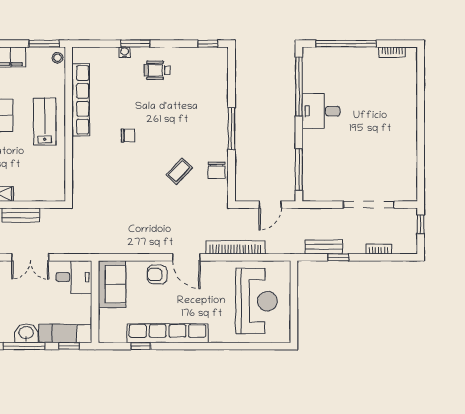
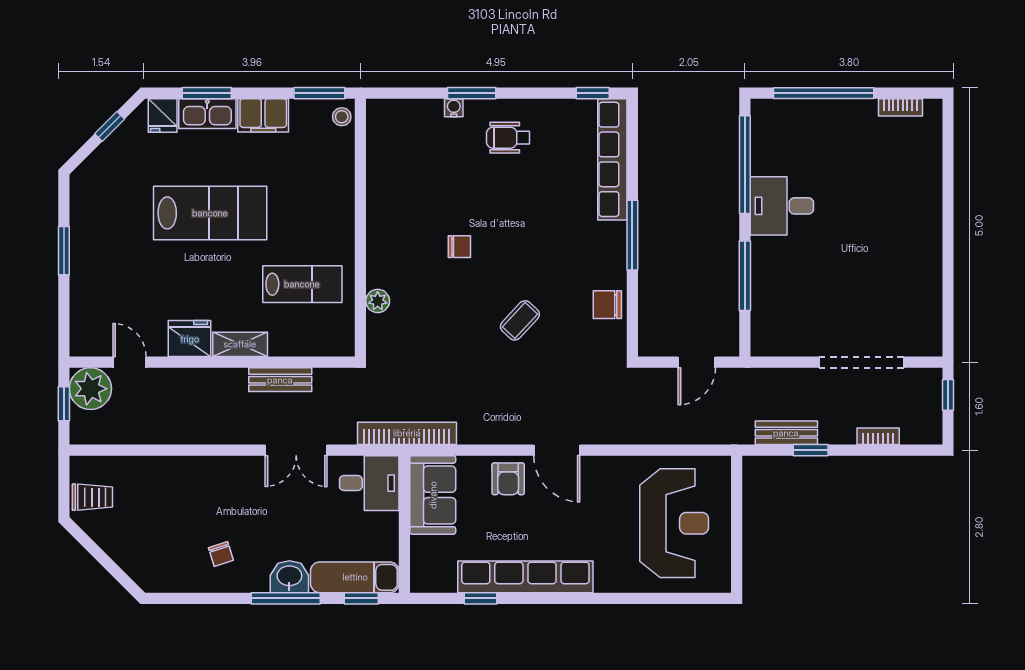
row of seats: (81, 100) -> (612, 159), moved, turned 180
lab bench: (45, 122) -> (302, 284), moved, turned 90
plant: (79, 168) -> (378, 301), added
window: (299, 169) -> (745, 276), moved
chair: (217, 170) -> (607, 305), turned 90
coffee table: (179, 171) -> (520, 320), moved
bookcase: (236, 247) -> (407, 433), moved
armchair: (157, 275) -> (508, 479), turned -90

